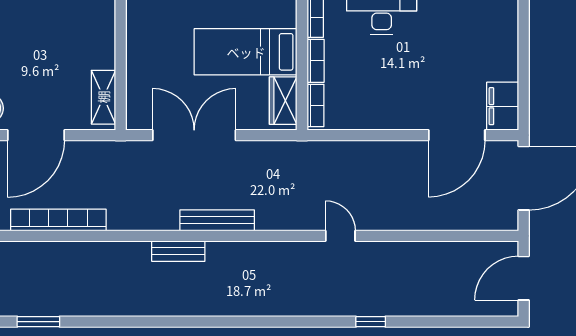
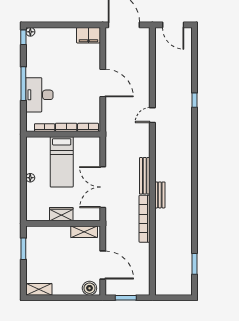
wardrobe: (283, 101) -> (61, 214), moved, turned 180
door: (457, 135) -> (103, 83), moved
bookcase: (58, 220) -> (145, 219), moved

